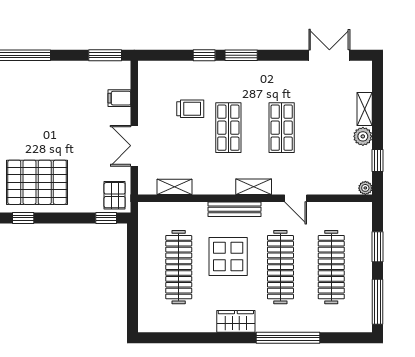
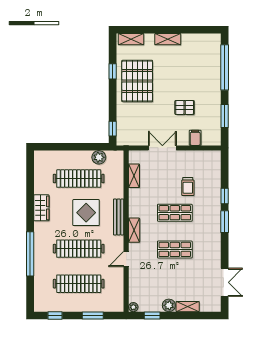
window: (105, 55) -> (225, 116), moved
pallet: (115, 195) -> (185, 107), moved
plant: (148, 238) -> (99, 157), added
window: (377, 302) -> (55, 315), width x0.46
wardrobe: (236, 321) -> (41, 208), moved

